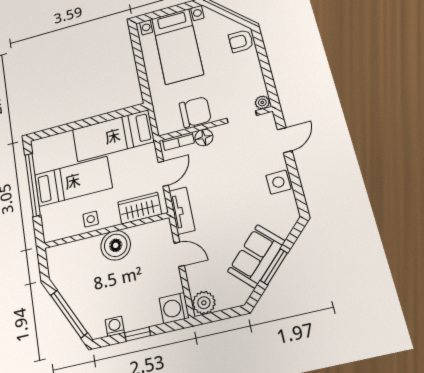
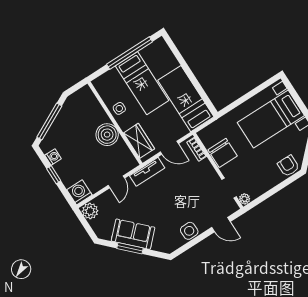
floor lamp: (204, 137) -> (205, 167), removed

